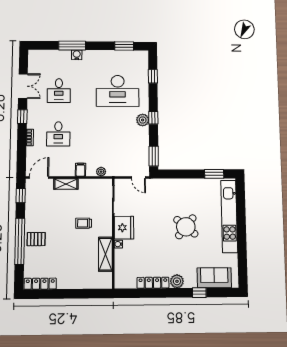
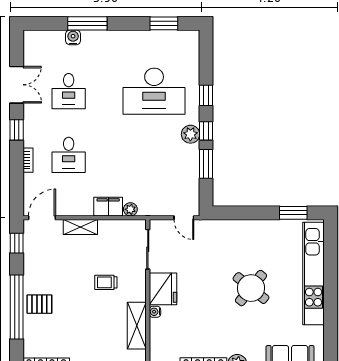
water cooler: (77, 55) -> (73, 37), moved
window: (153, 76) -> (206, 95), moved
window: (154, 156) -> (206, 164), moved
filing cabinet: (80, 170) -> (108, 207), width x2.00

